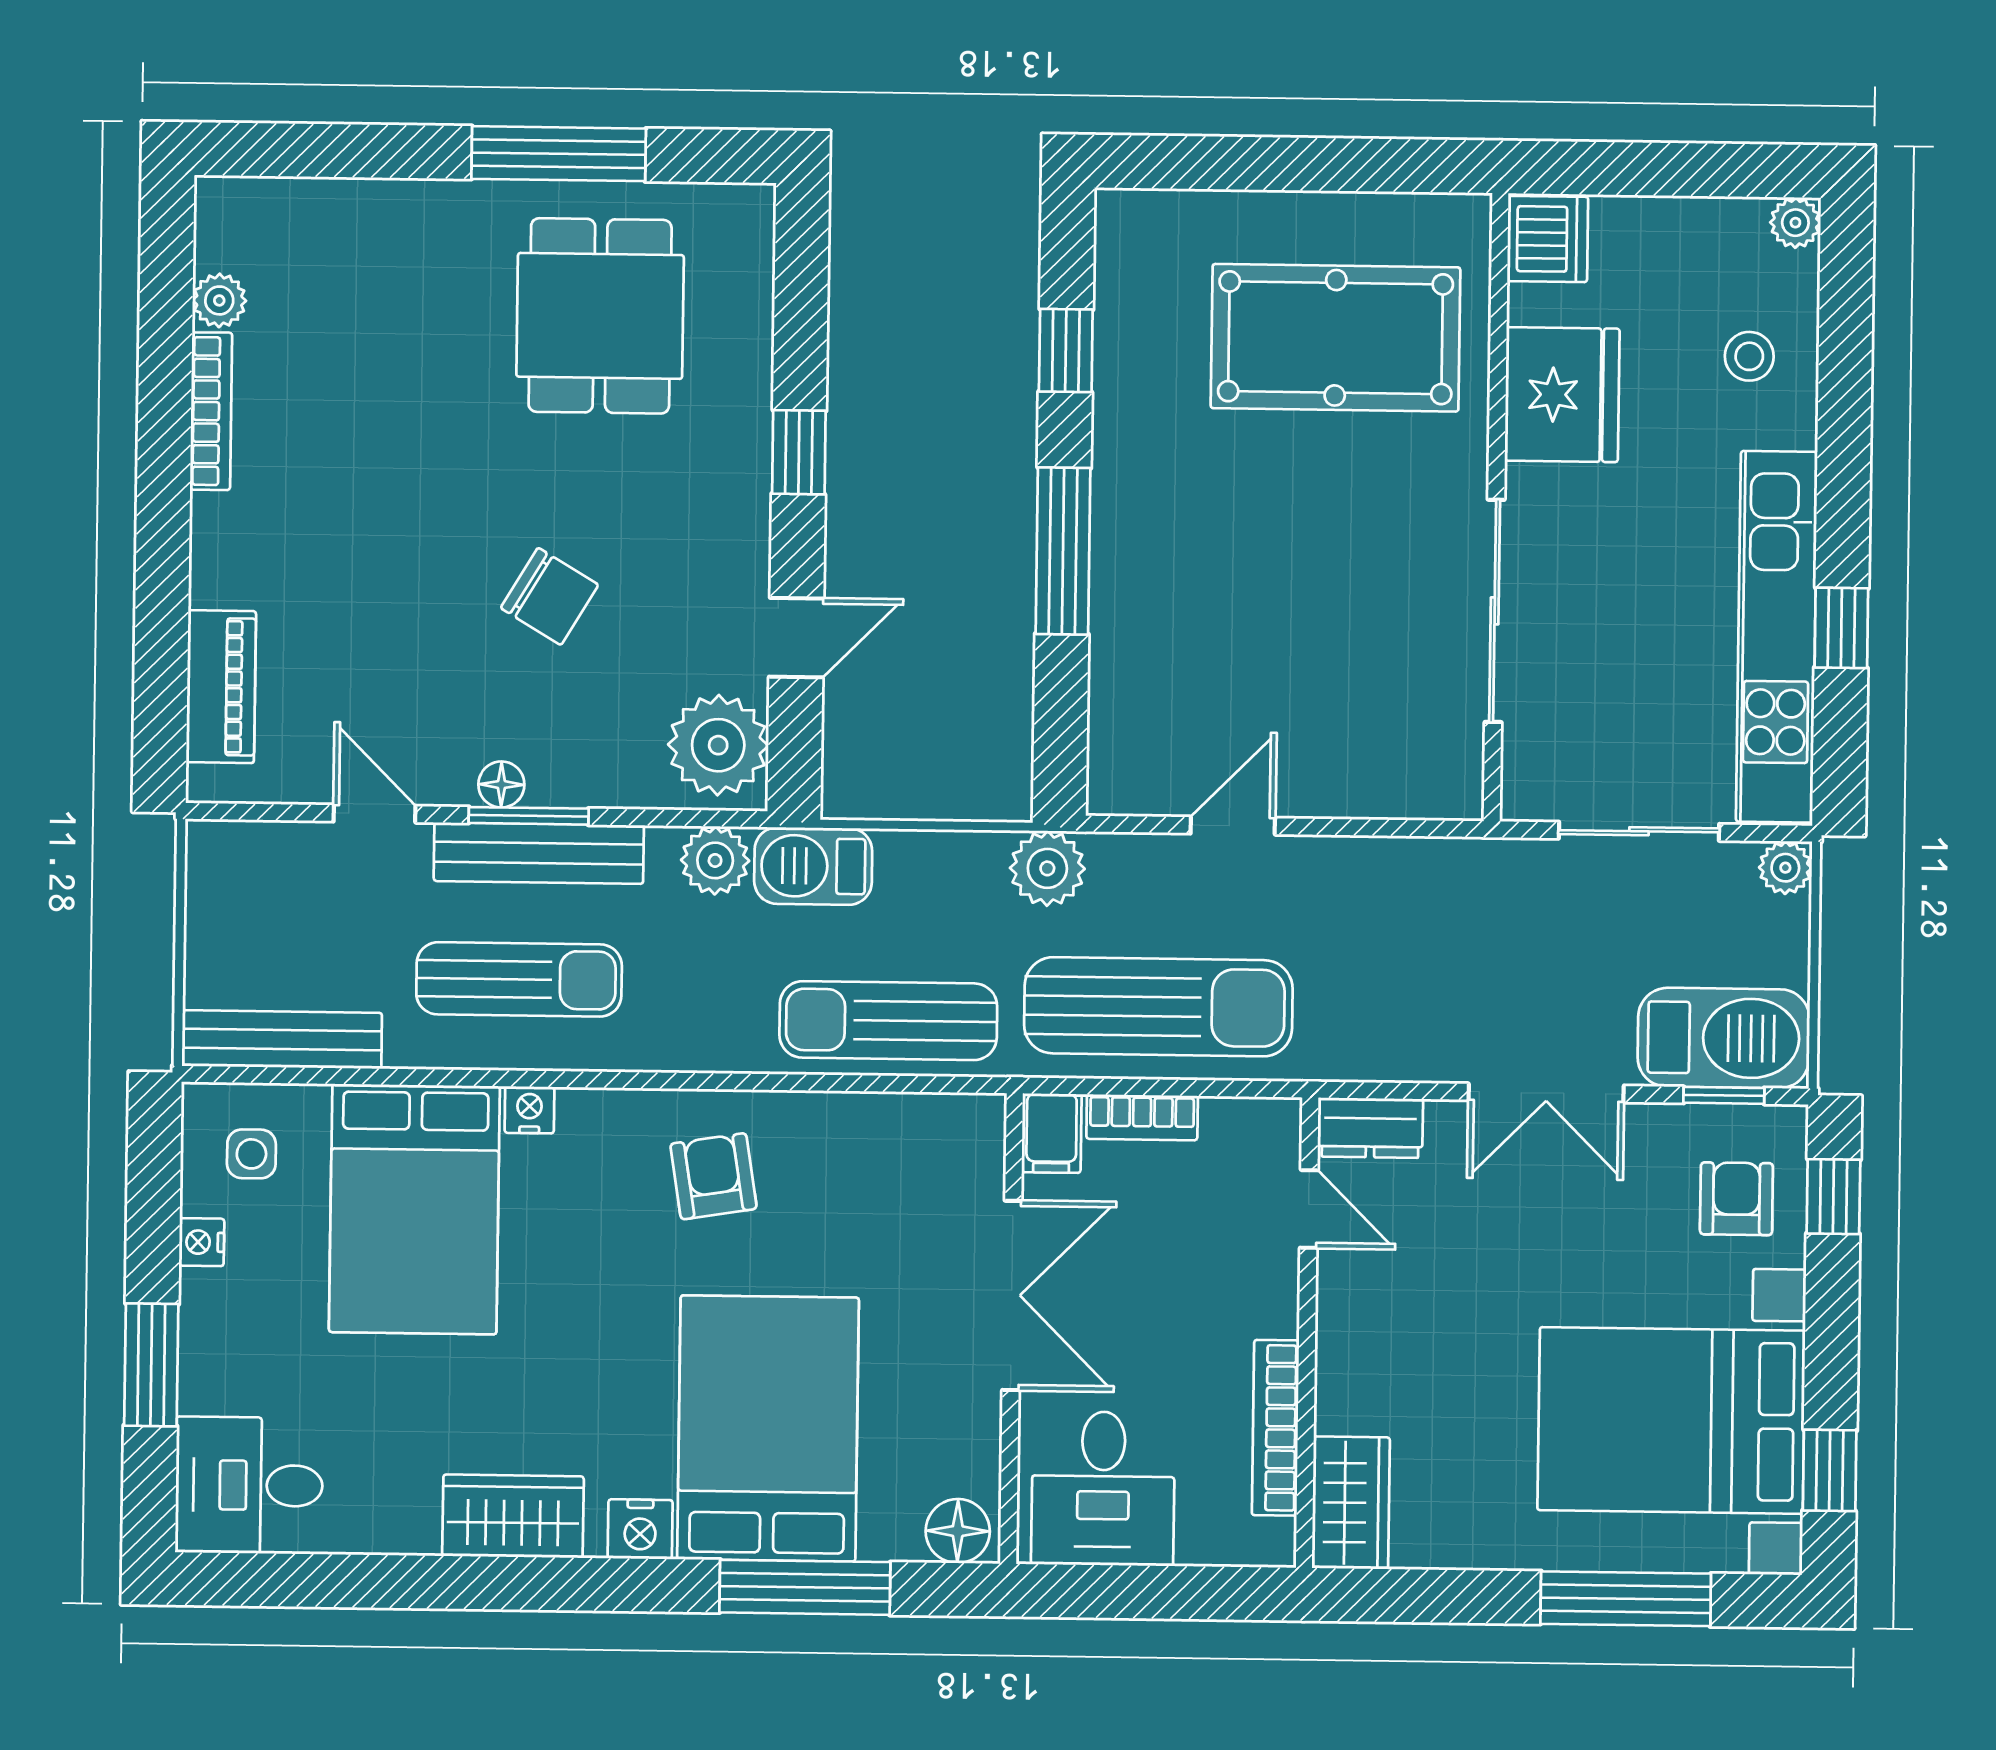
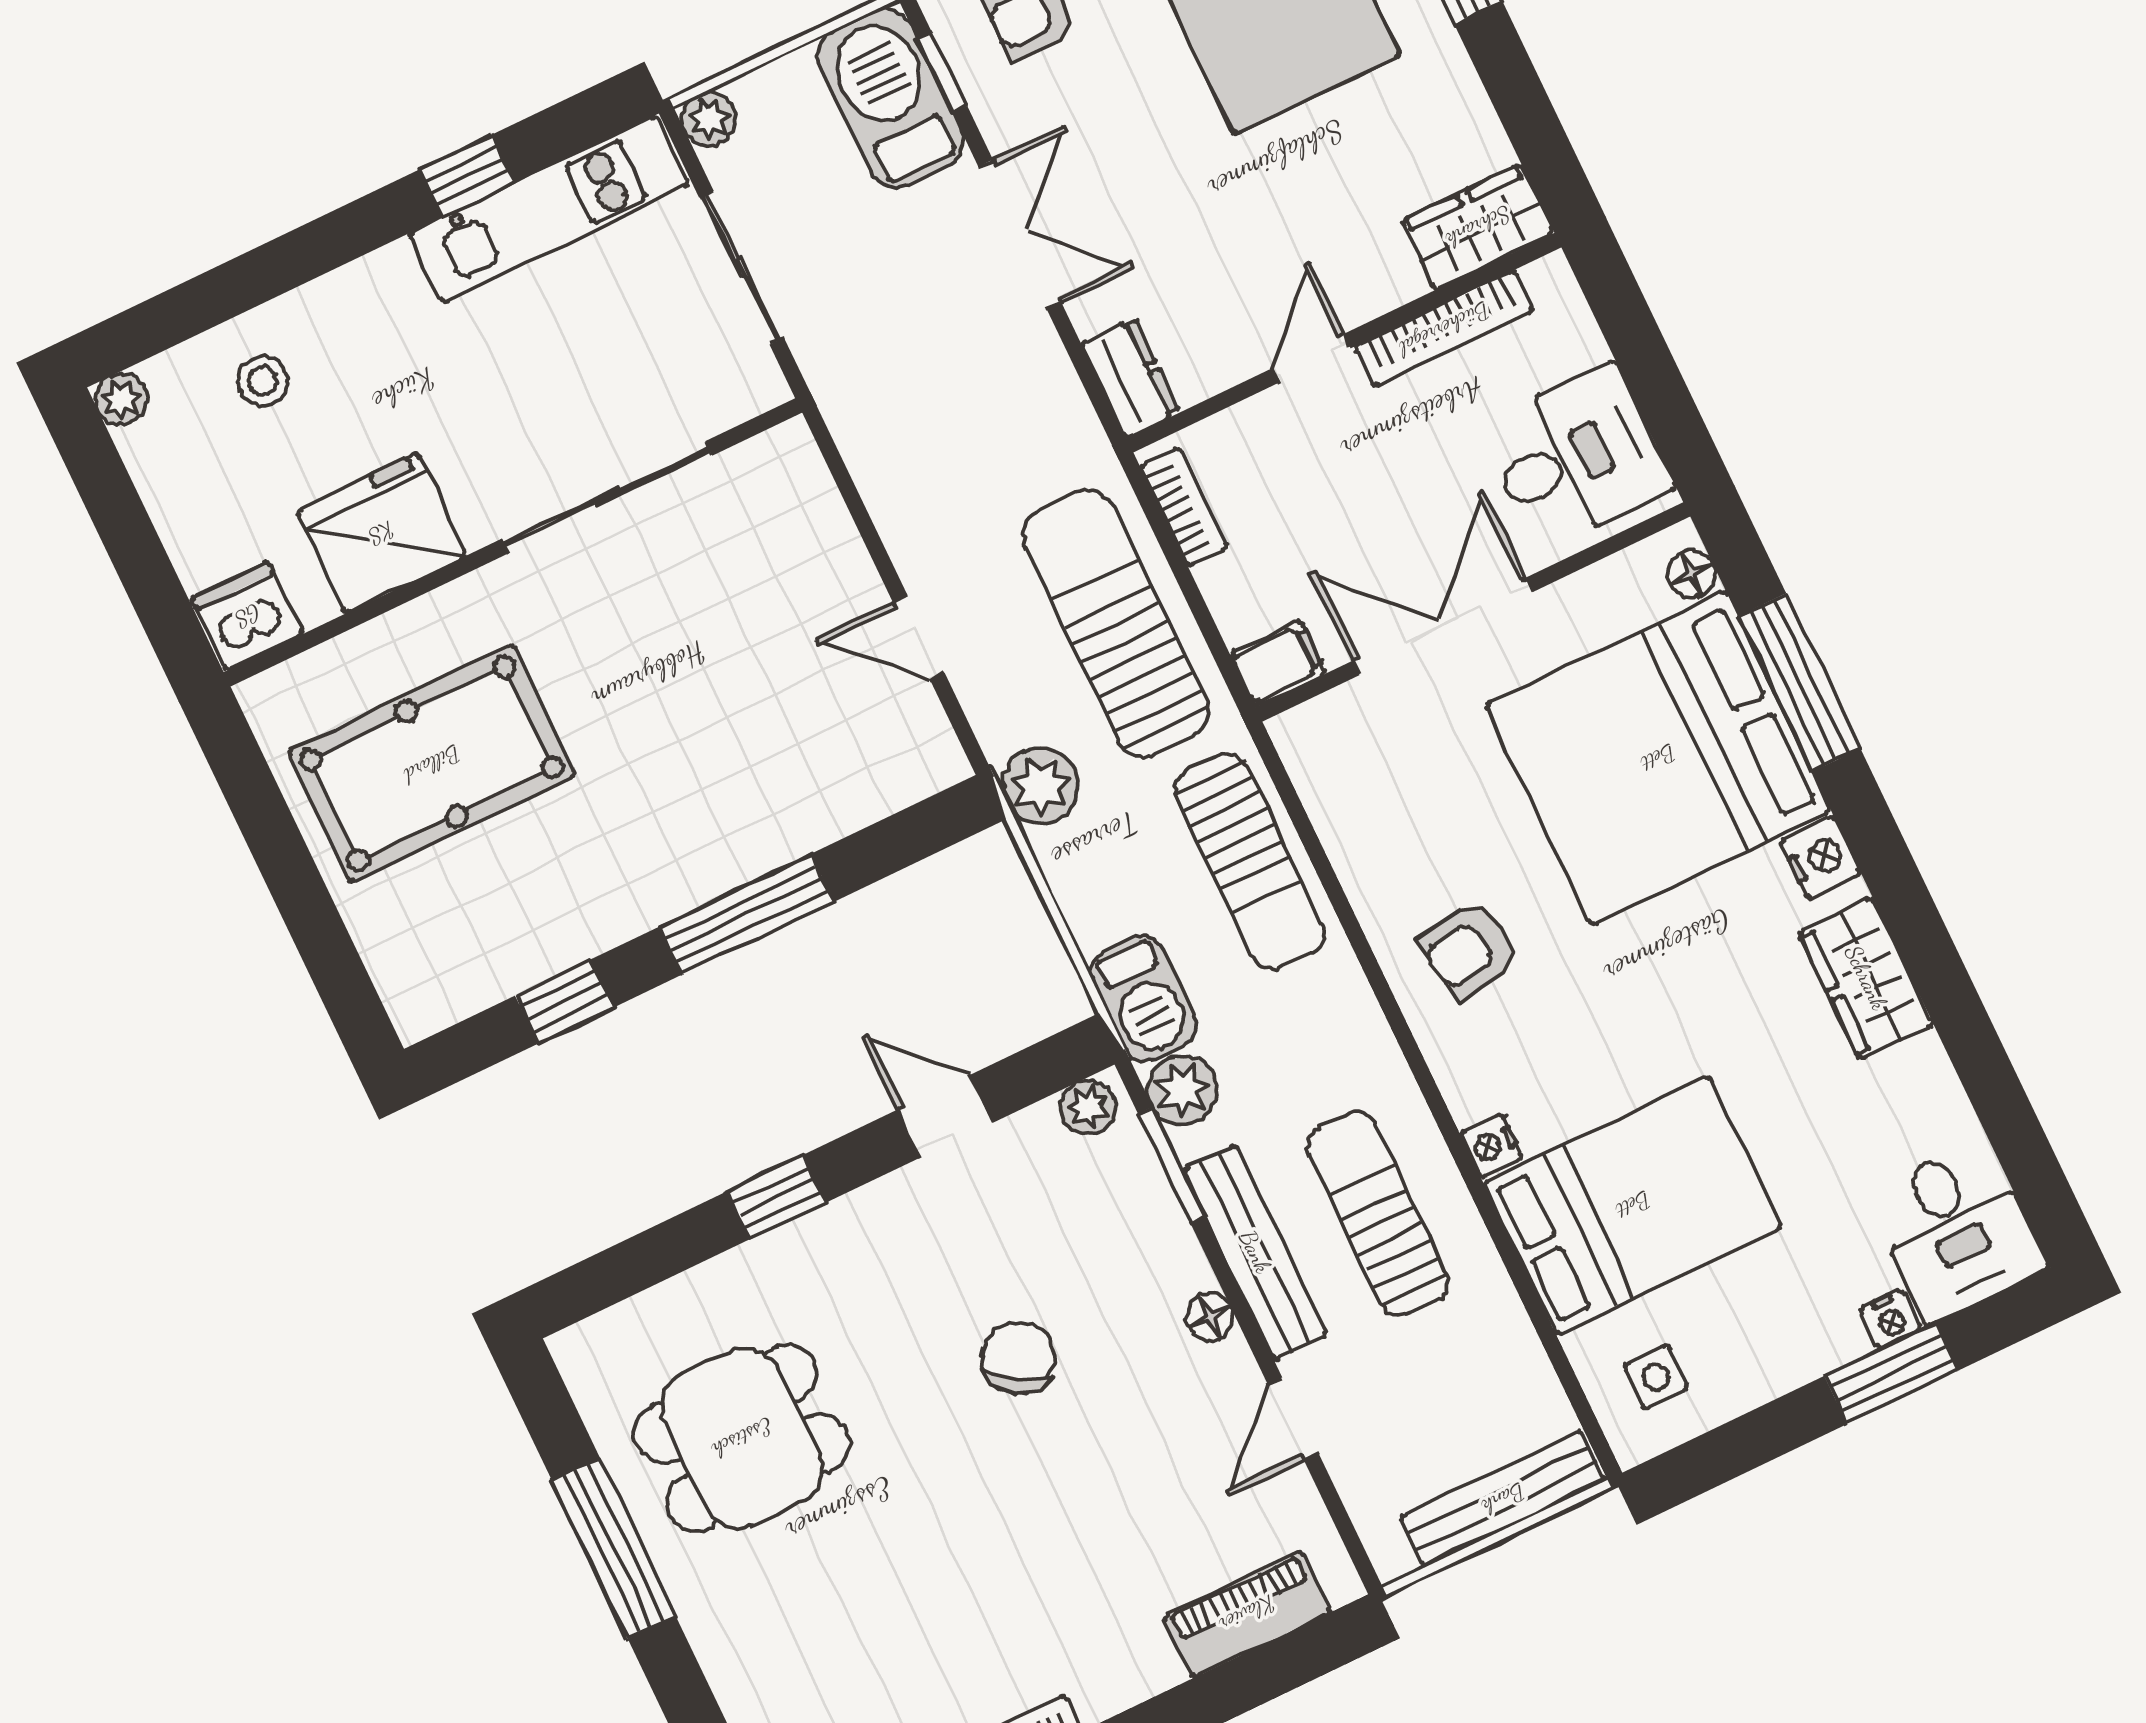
pool table: (1335, 338) -> (432, 764), turned 90
kitchen unit: (1777, 637) -> (549, 209), width x0.73
plant: (718, 745) -> (1088, 1107), width x0.53, depth x0.53
window: (529, 816) -> (1172, 1165), moved
bench: (282, 1039) -> (1503, 1499), moved, turned 90
bookcase: (1142, 1117) -> (1184, 507), moved
door: (1309, 1209) -> (1311, 358), moved
nightstand: (202, 1242) -> (1891, 1319), moved
bed: (768, 1428) -> (1658, 758), width x1.36
floor lamp: (958, 1531) -> (1692, 574), width x0.73, depth x0.73

